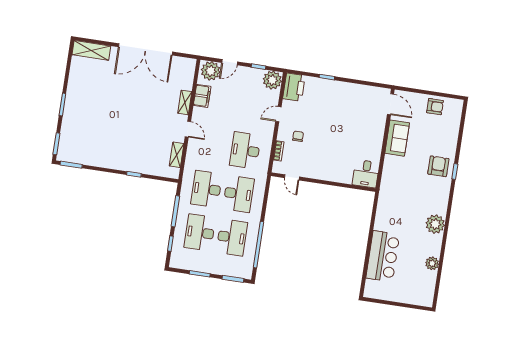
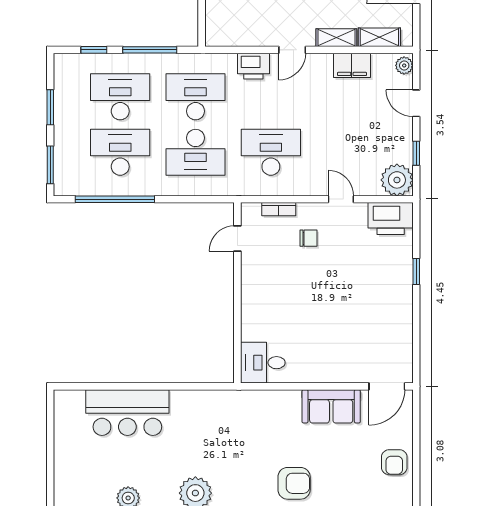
plant: (211, 71) -> (404, 65), width x0.53, depth x0.53
printer: (194, 153) -> (253, 66), added
shelving: (177, 155) -> (379, 37), moved
desk: (232, 237) -> (120, 152), turned 180

